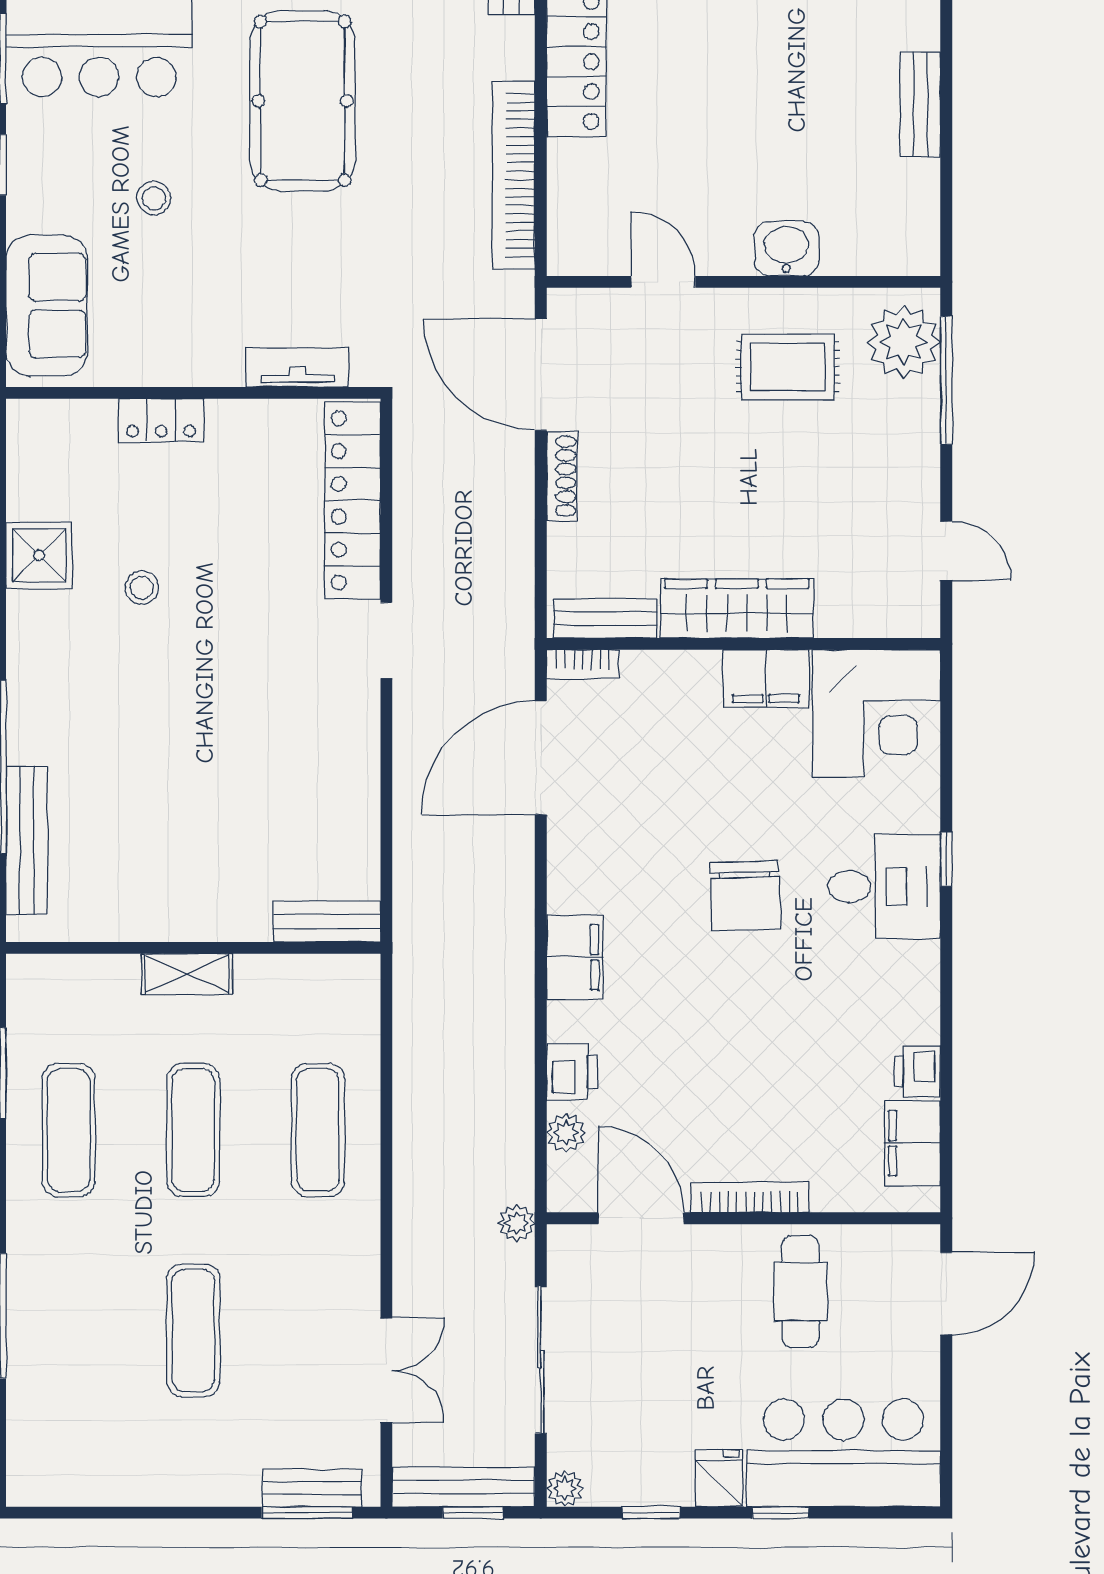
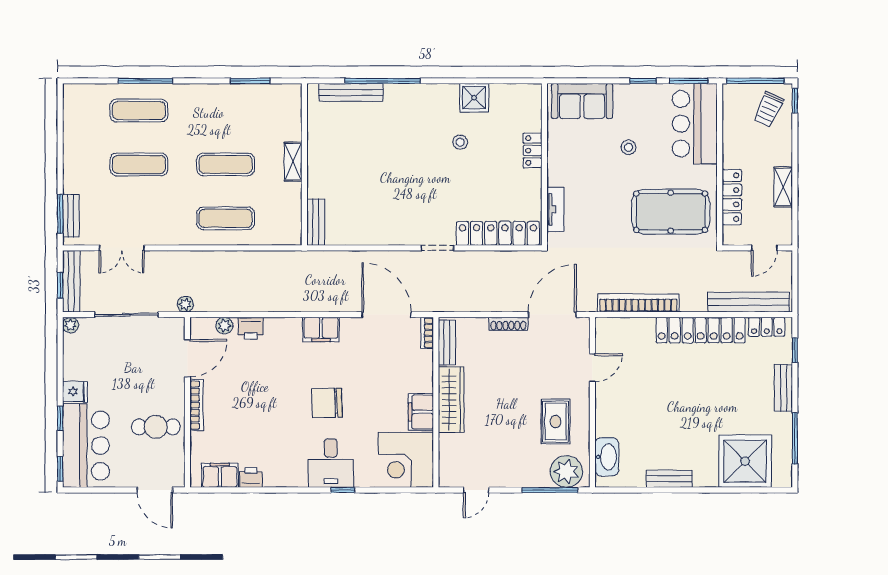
washbasin: (786, 249) -> (607, 457), moved, width x1.38
filing cabinet: (575, 957) -> (321, 329), moved
exercise mat: (69, 1130) -> (139, 111), moved
window: (651, 1513) -> (60, 469), moved

